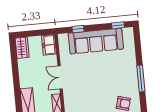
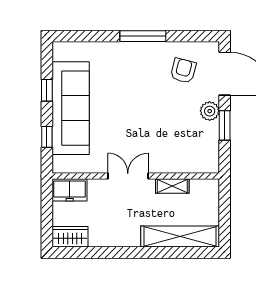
window: (118, 25) -> (47, 90), moved
double door: (60, 78) -> (128, 176), swing flipped

